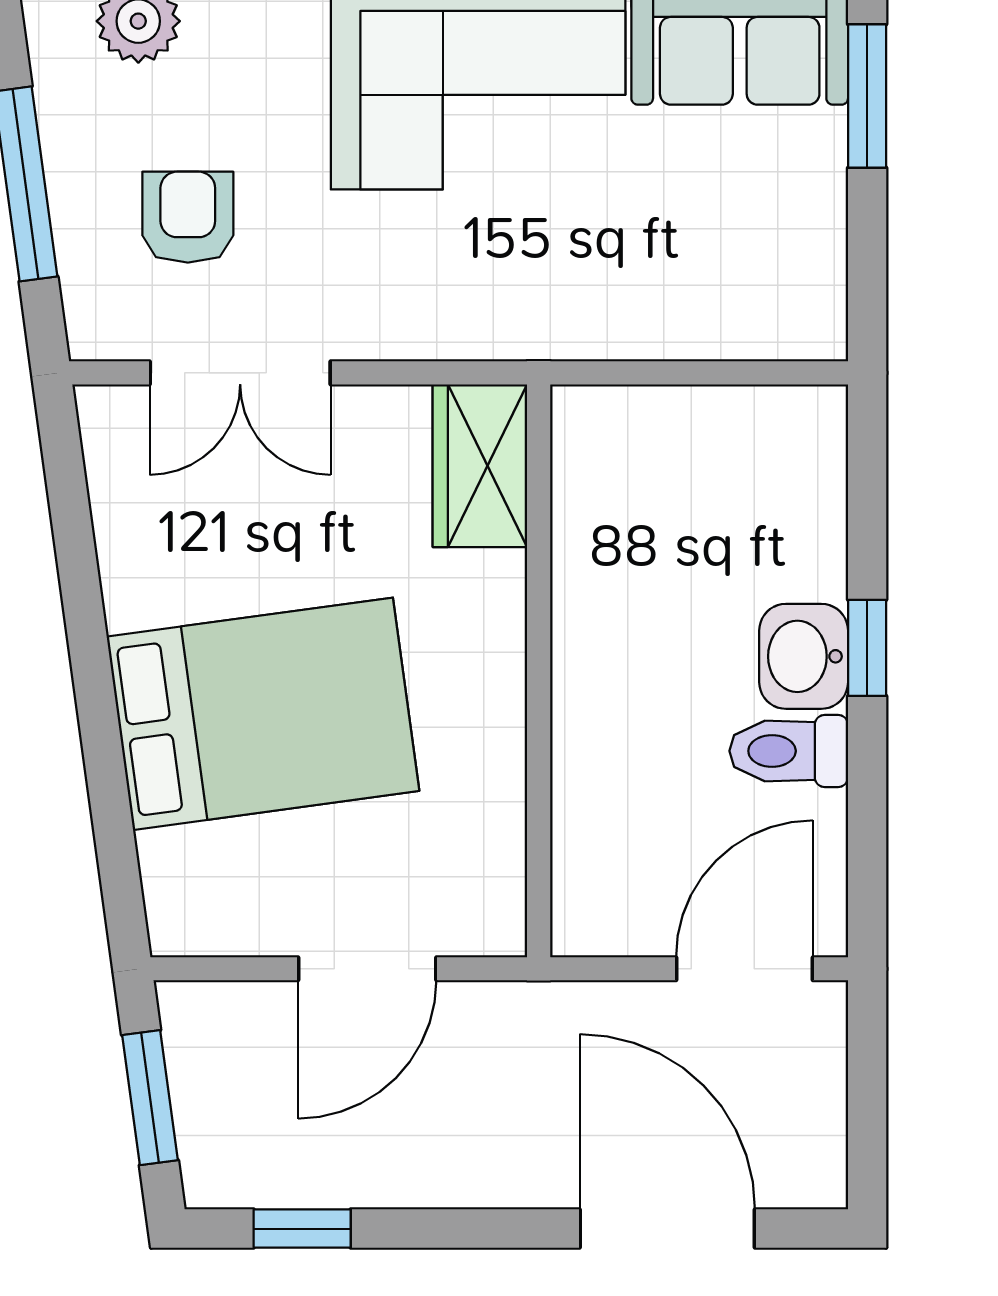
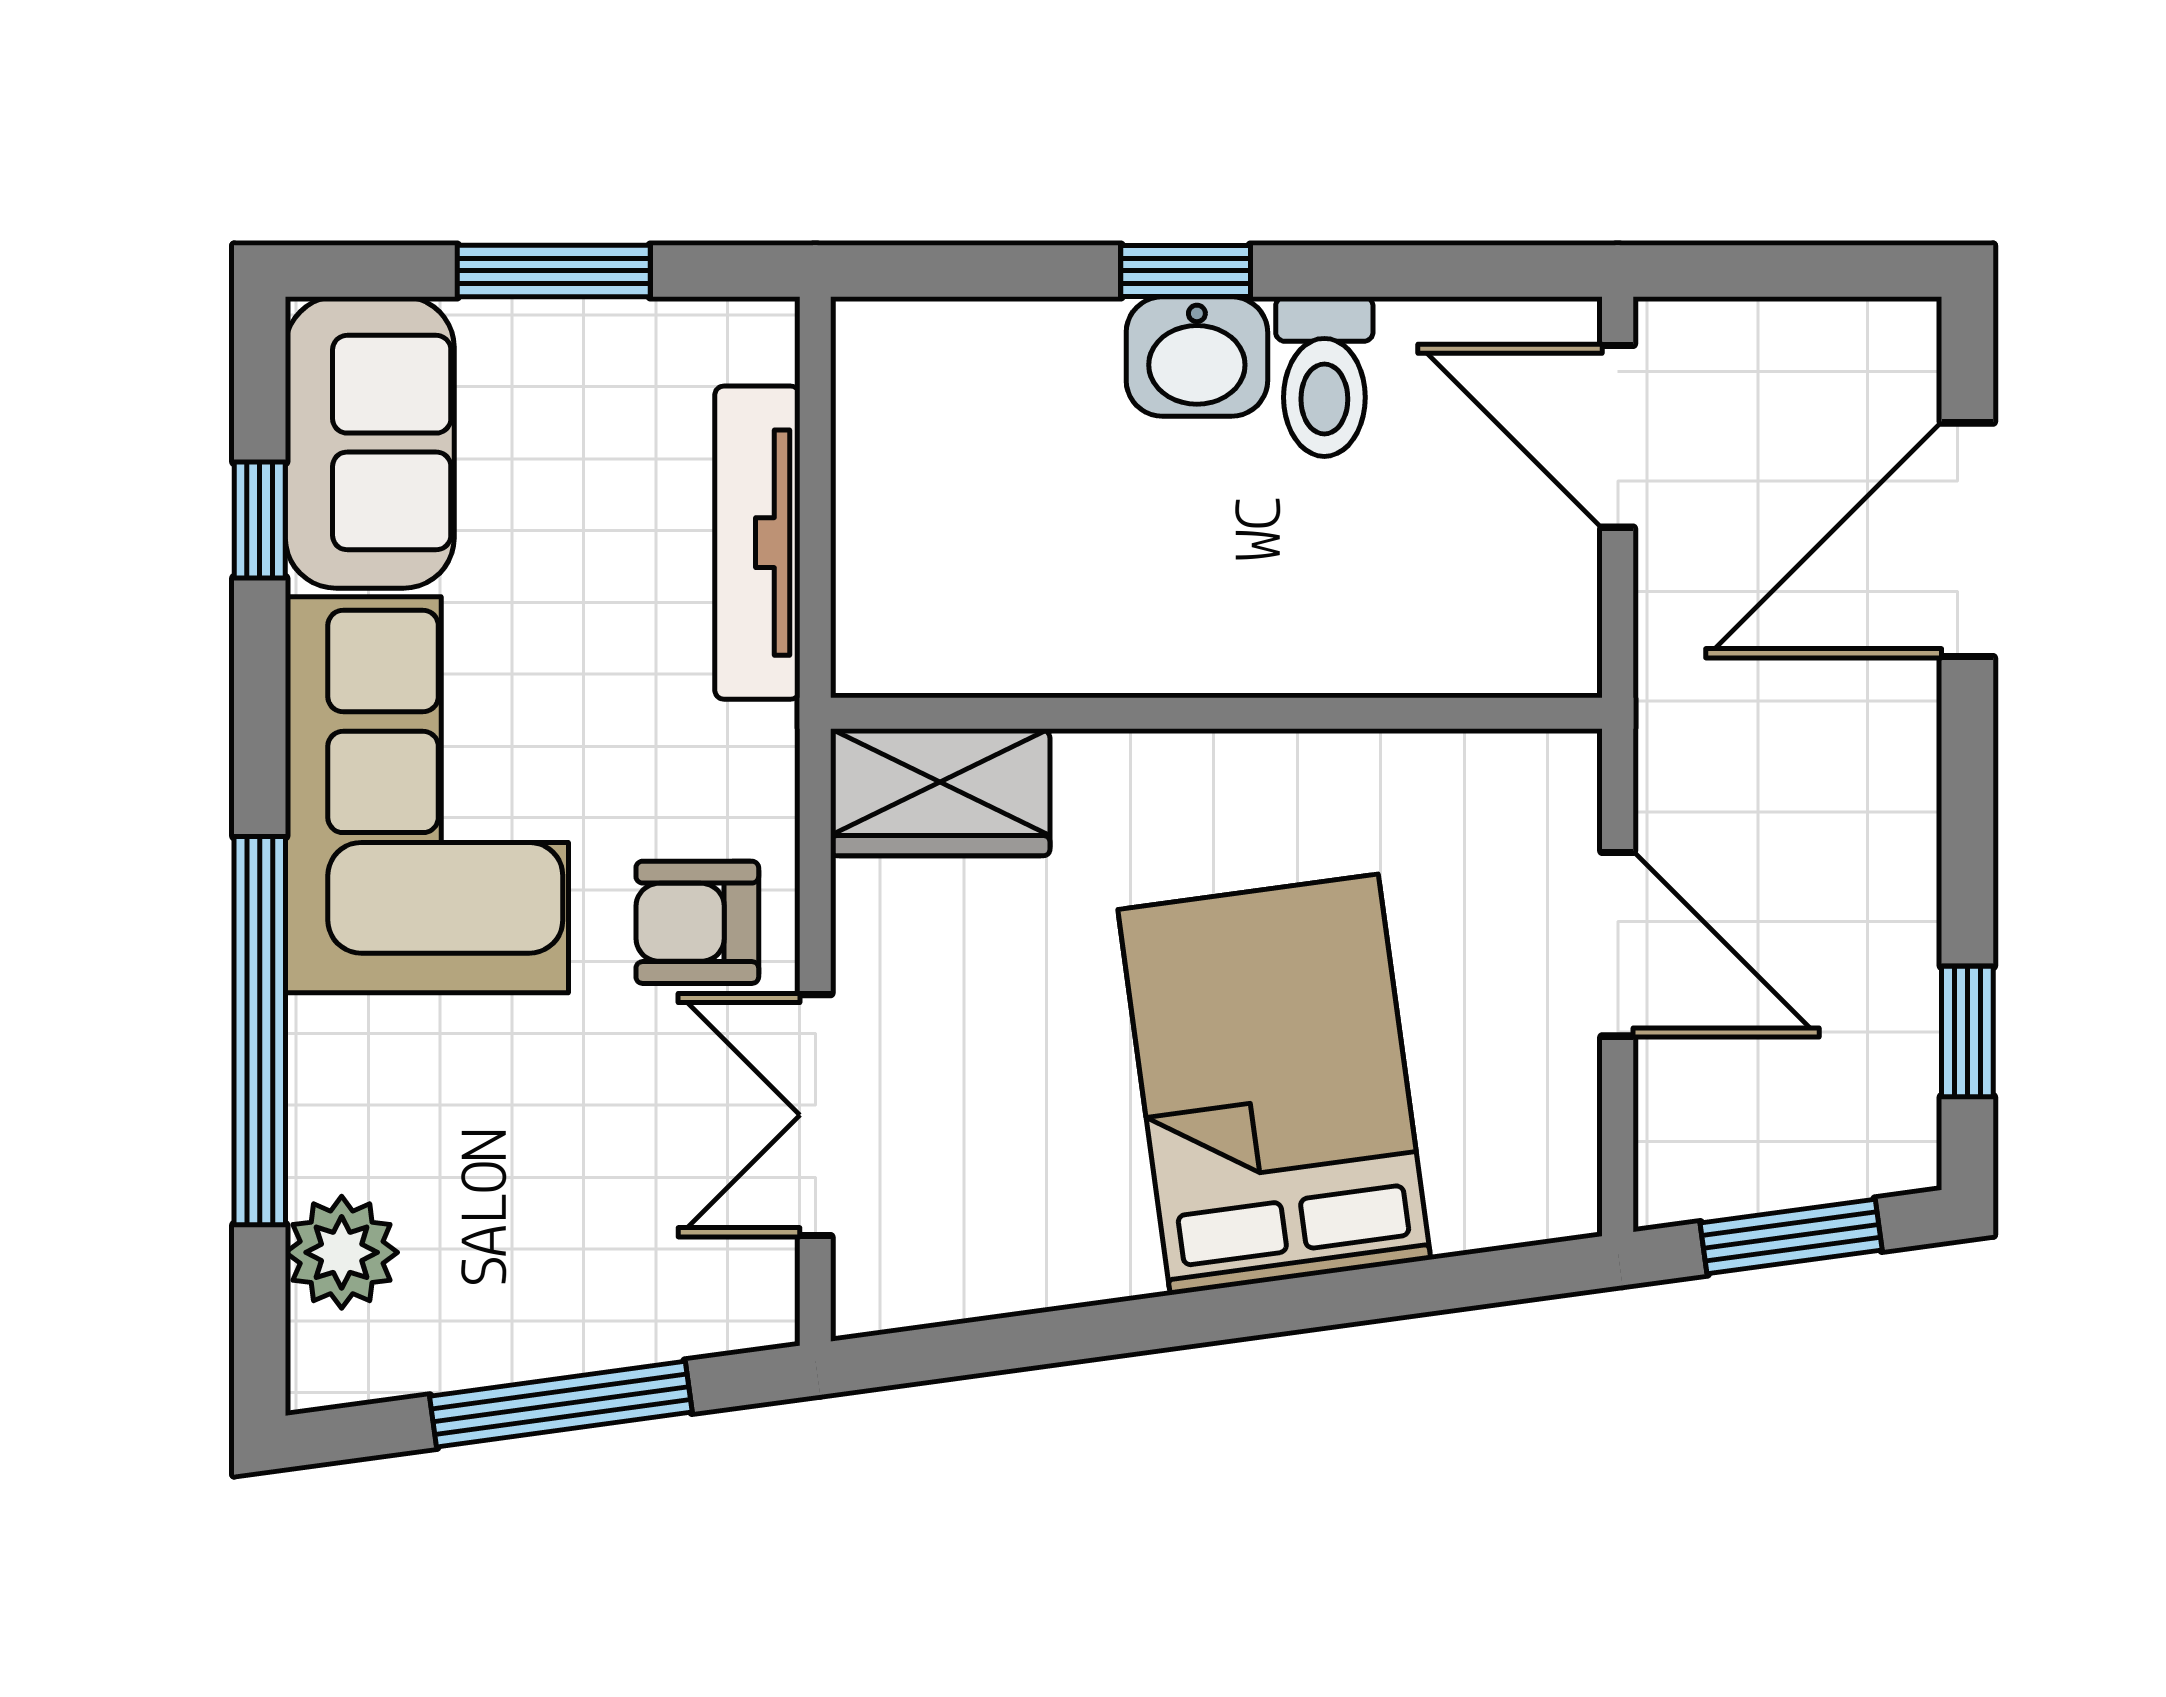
window: (867, 96) -> (554, 271), moved
armchair: (188, 217) -> (697, 922), moved
tv unit: (665, 330) -> (757, 543), added
double door: (240, 373) -> (815, 1115), swing flipped

